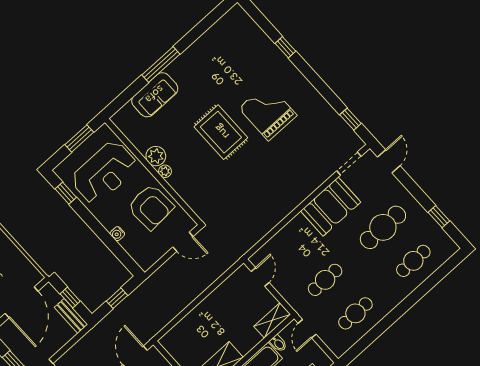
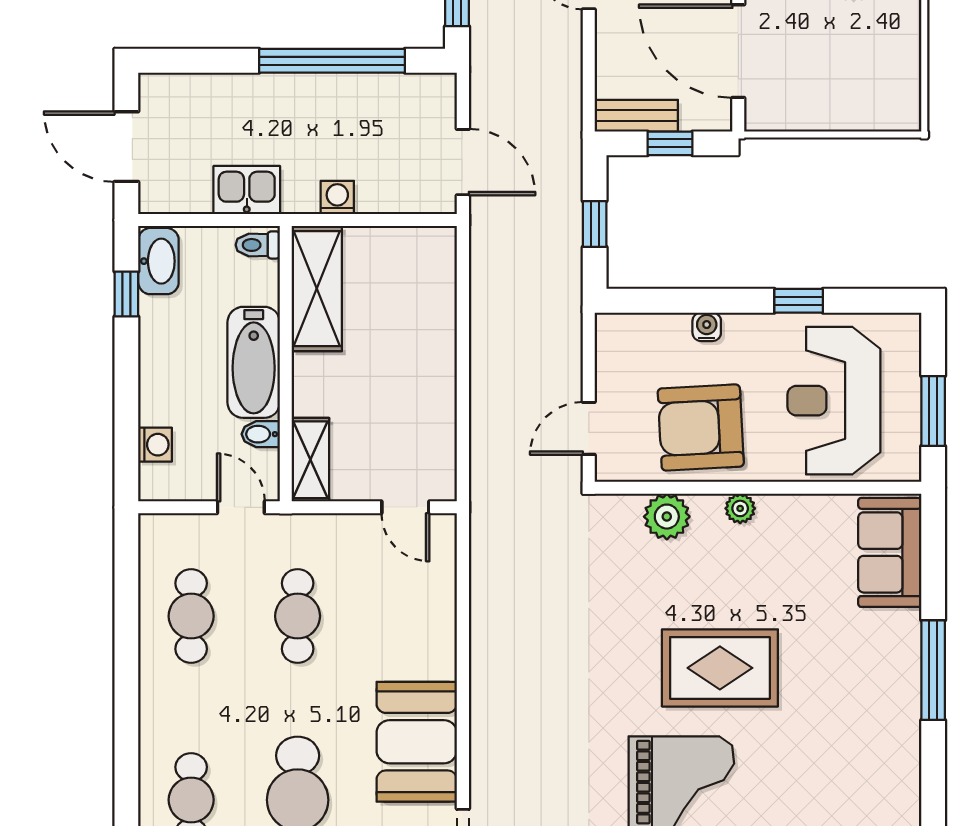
sofa: (155, 95) -> (890, 552), moved
plant: (156, 156) -> (667, 517), moved
window: (66, 193) -> (799, 301), moved

